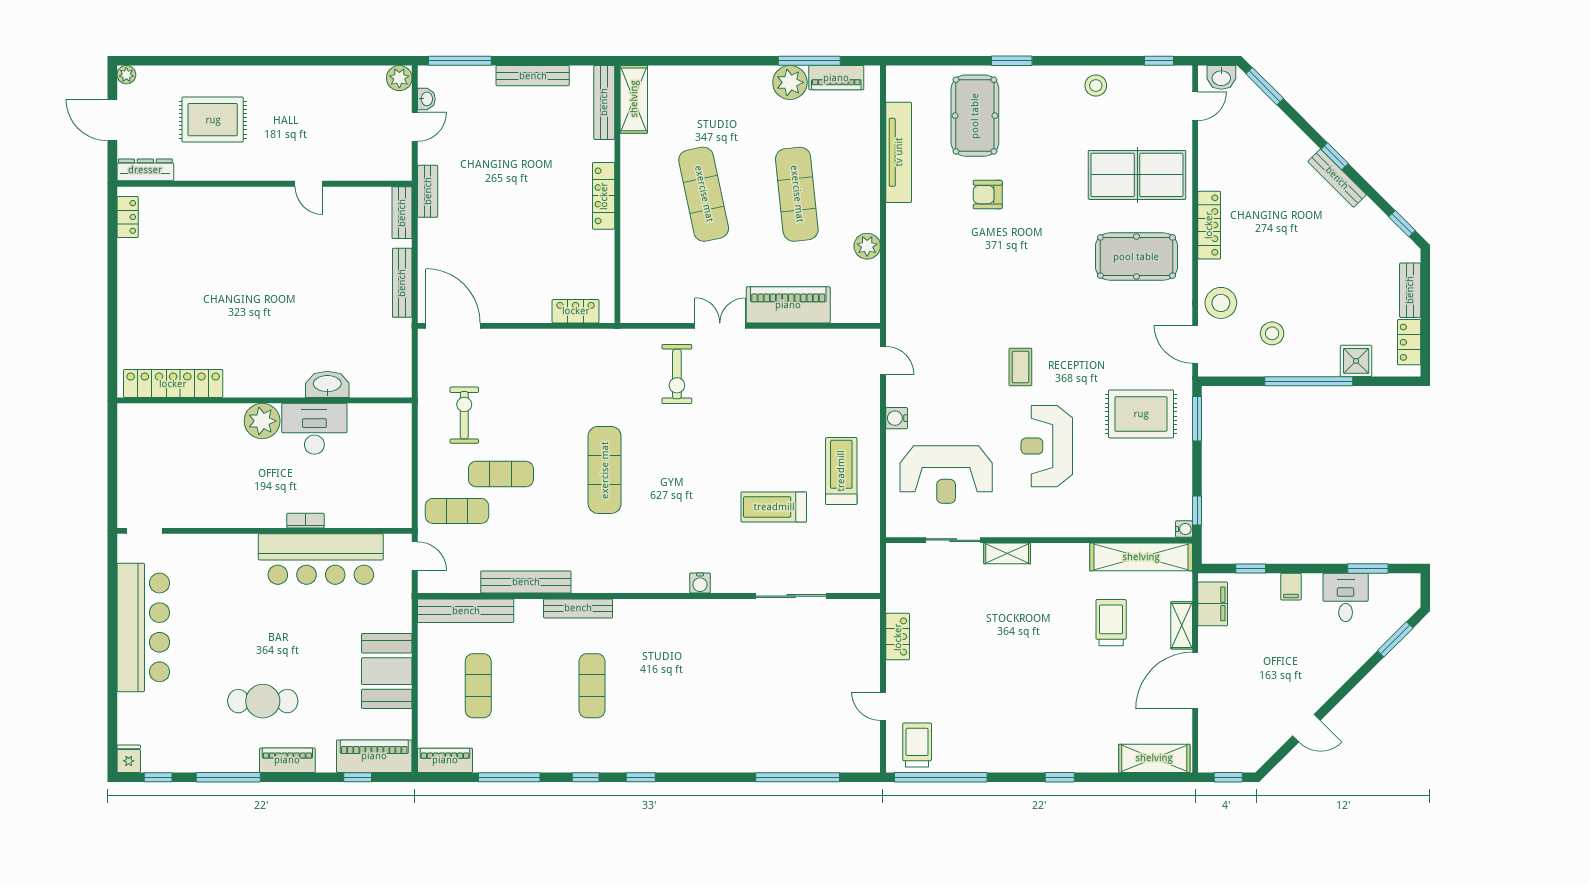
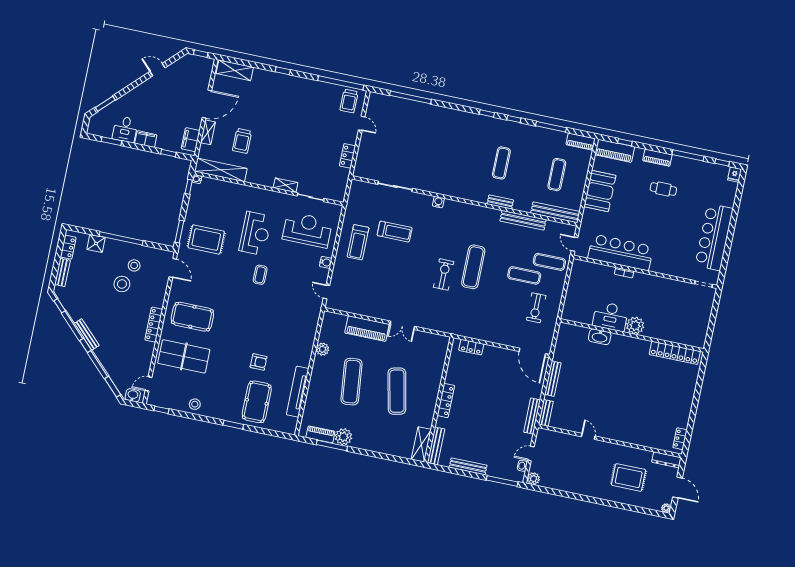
bench: (428, 191) -> (532, 416), width x1.36
stool: (1221, 303) -> (122, 284), moved
exercise bike: (677, 374) -> (444, 274), moved
filing cabinet: (1291, 587) -> (146, 139), width x2.00
bench: (578, 608) -> (500, 202), width x0.73
cafe table: (263, 701) -> (663, 189), width x0.73, depth x0.74

